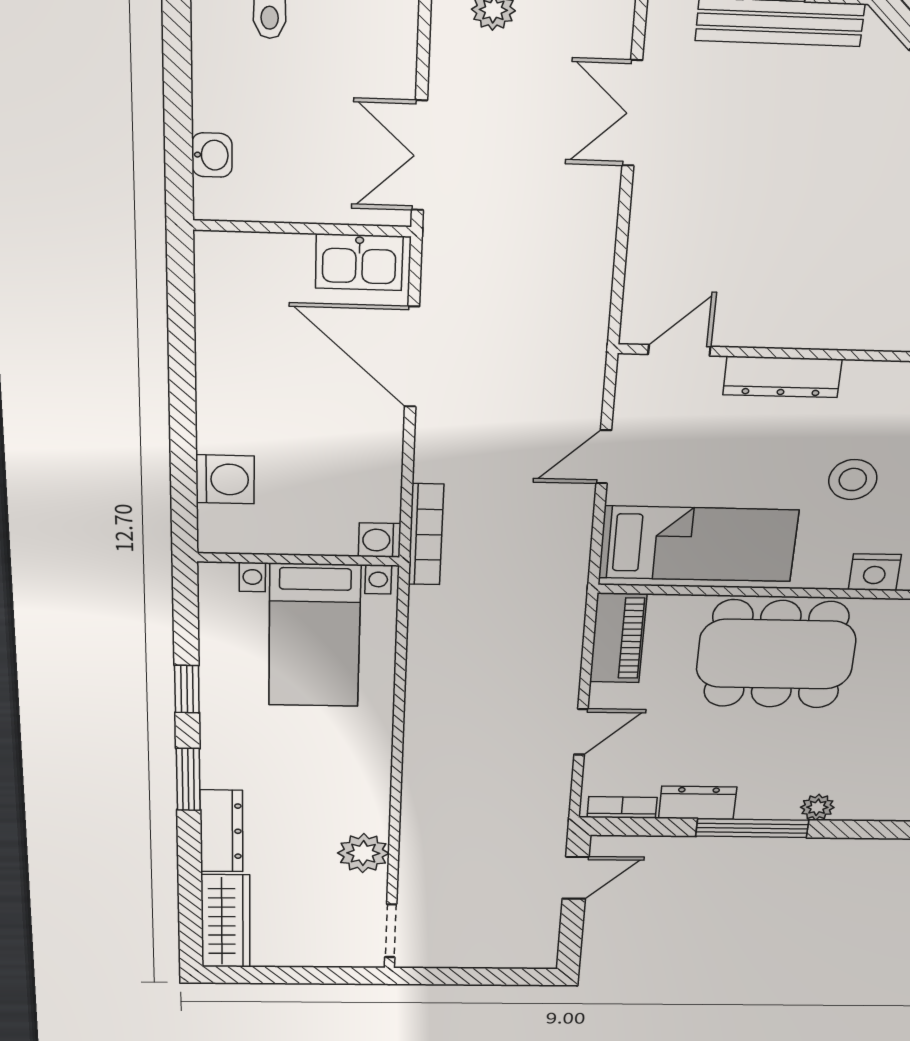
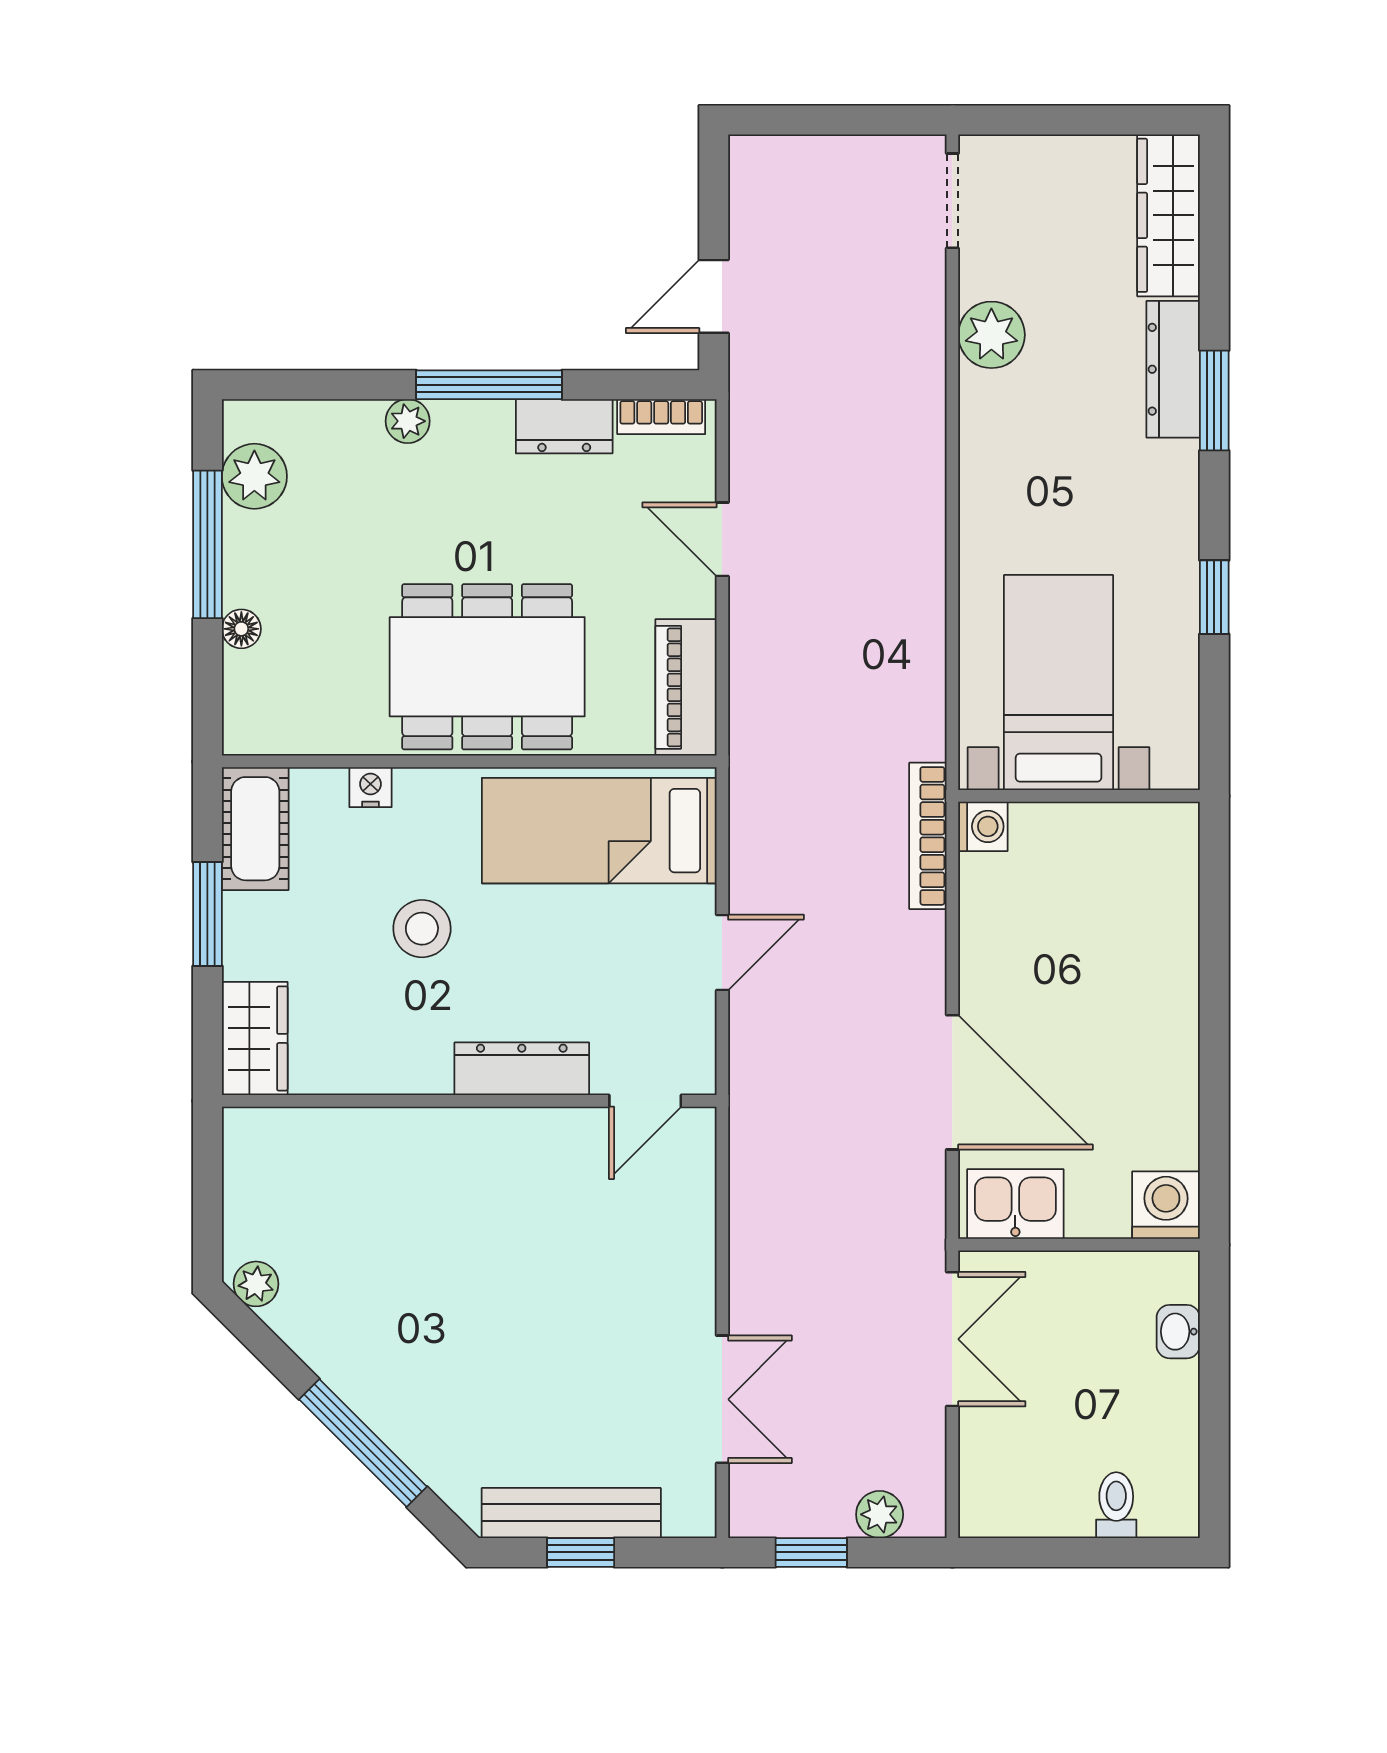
washing machine: (225, 479) -> (1166, 1205), moved, turned 90
nightstand: (875, 572) -> (371, 787), width x0.72, depth x0.74
door: (581, 732) -> (722, 539), hinge flipped
window: (188, 779) -> (1214, 401), moved

